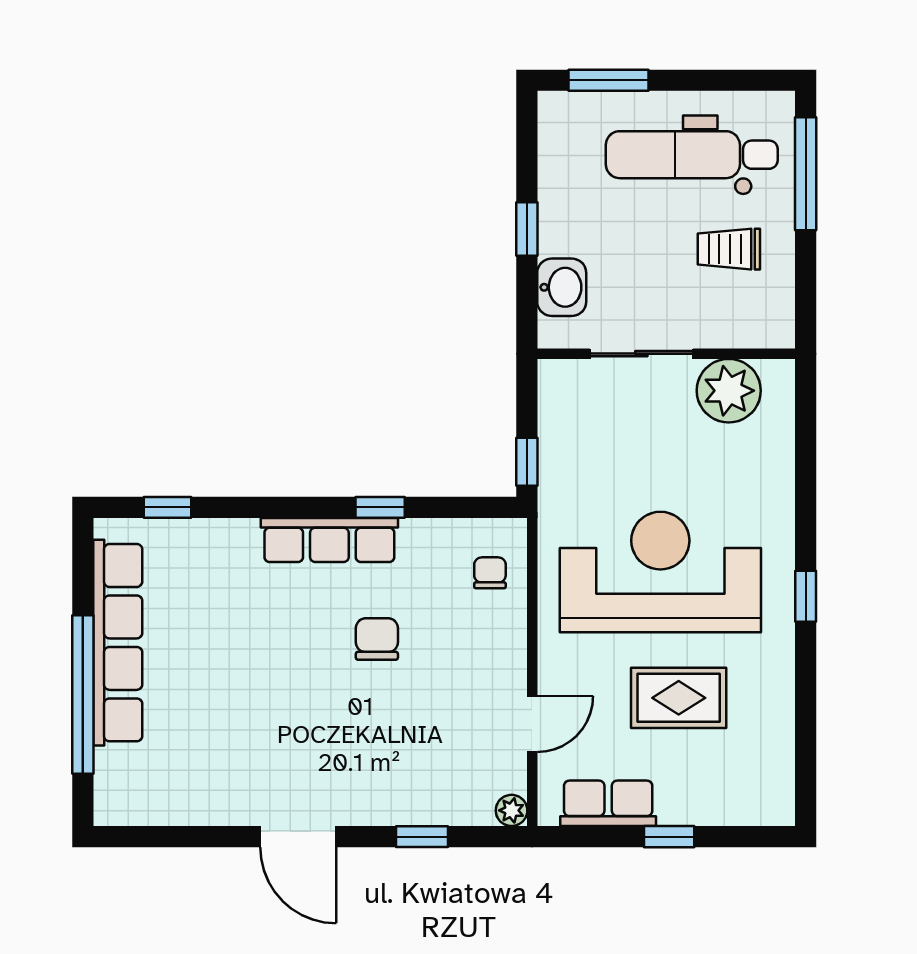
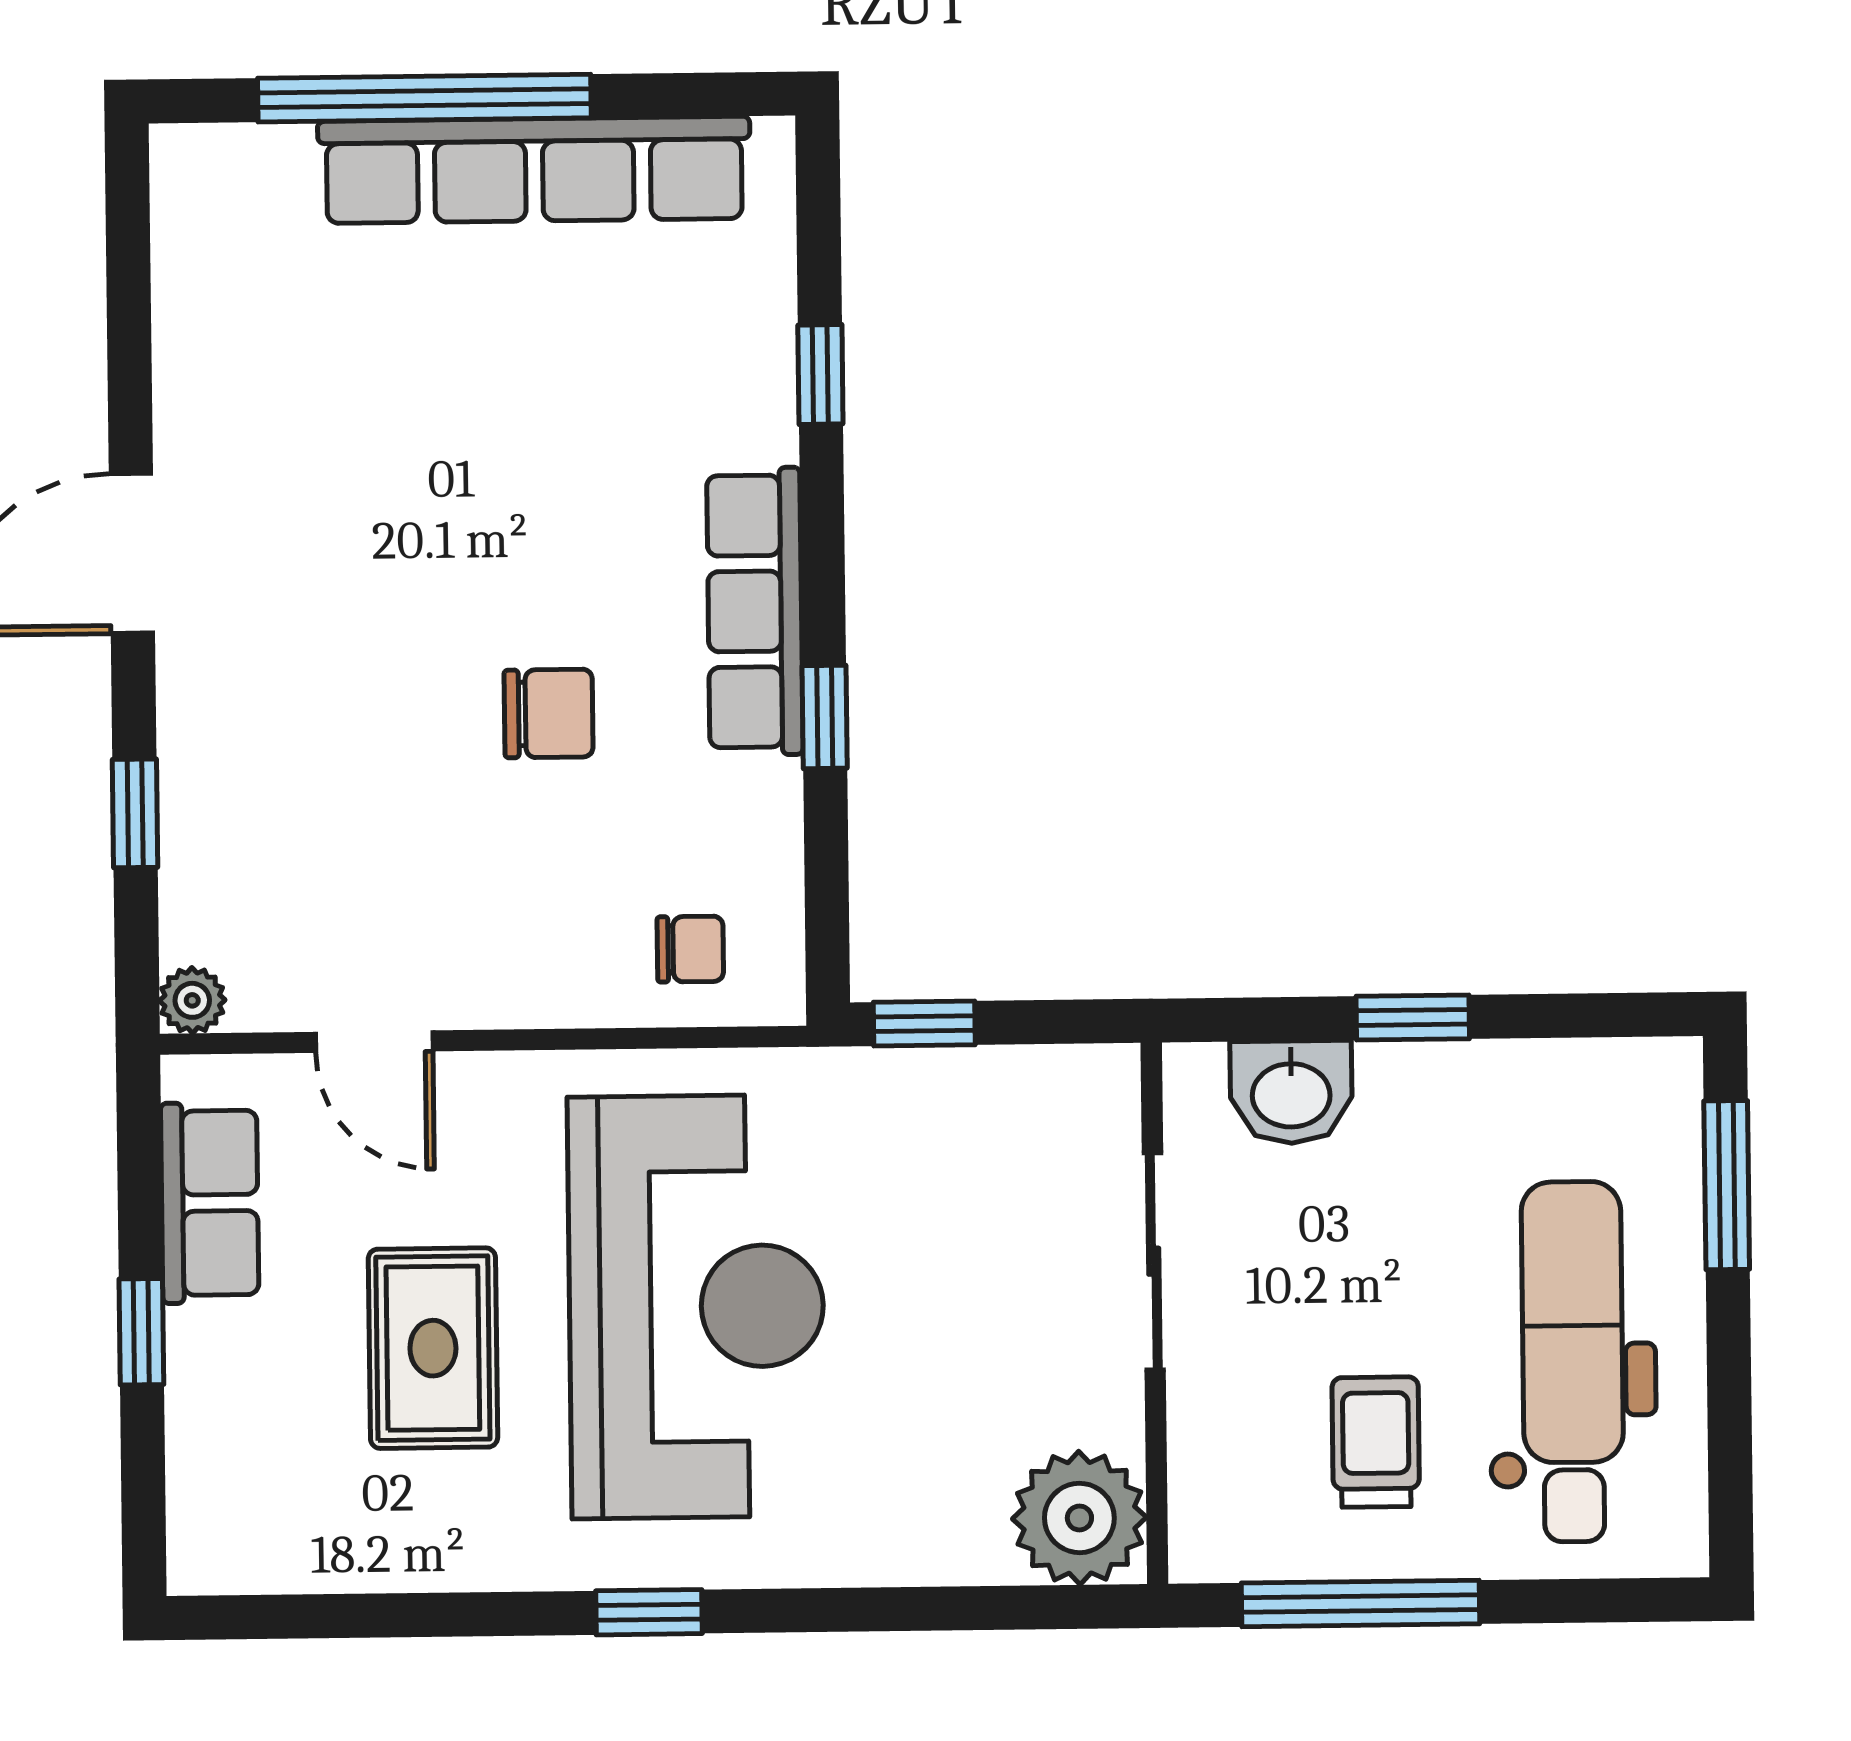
window: (806, 174) -> (1360, 1603), moved
plant: (729, 391) -> (1079, 1518), moved
window: (168, 507) -> (820, 375), moved

